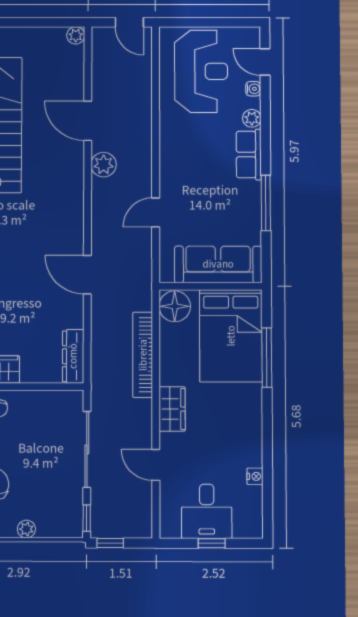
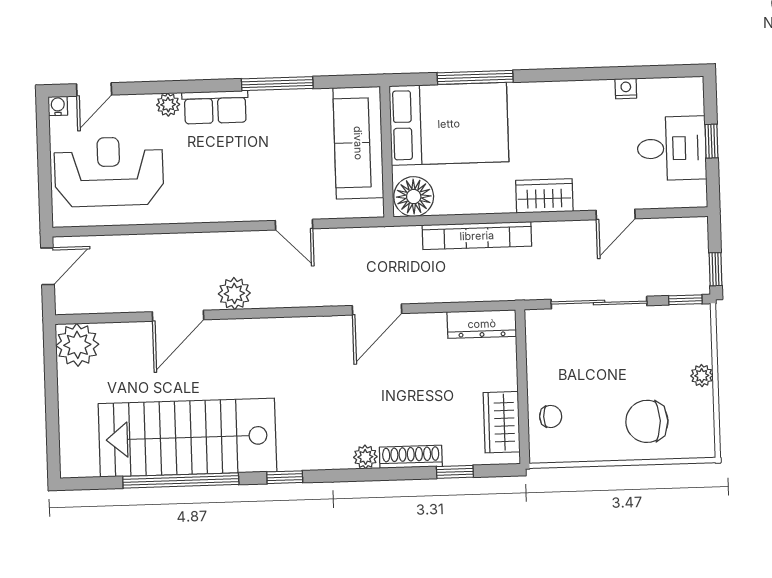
plant: (76, 35) -> (77, 345), width x1.88, depth x1.88
water cooler: (253, 89) -> (58, 106), moved

